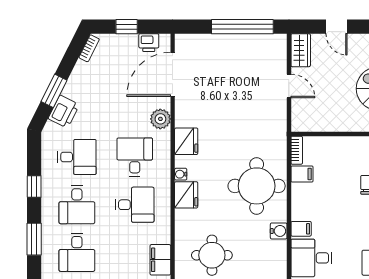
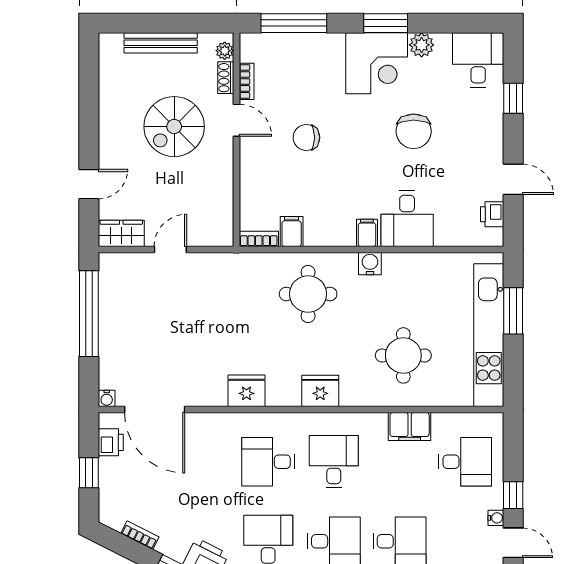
bookcase: (89, 48) -> (140, 535), moved
plant: (160, 119) -> (216, 426), removed
water cooler: (181, 174) -> (107, 398), moved
round table: (257, 186) -> (308, 294), width x0.73, depth x0.73

